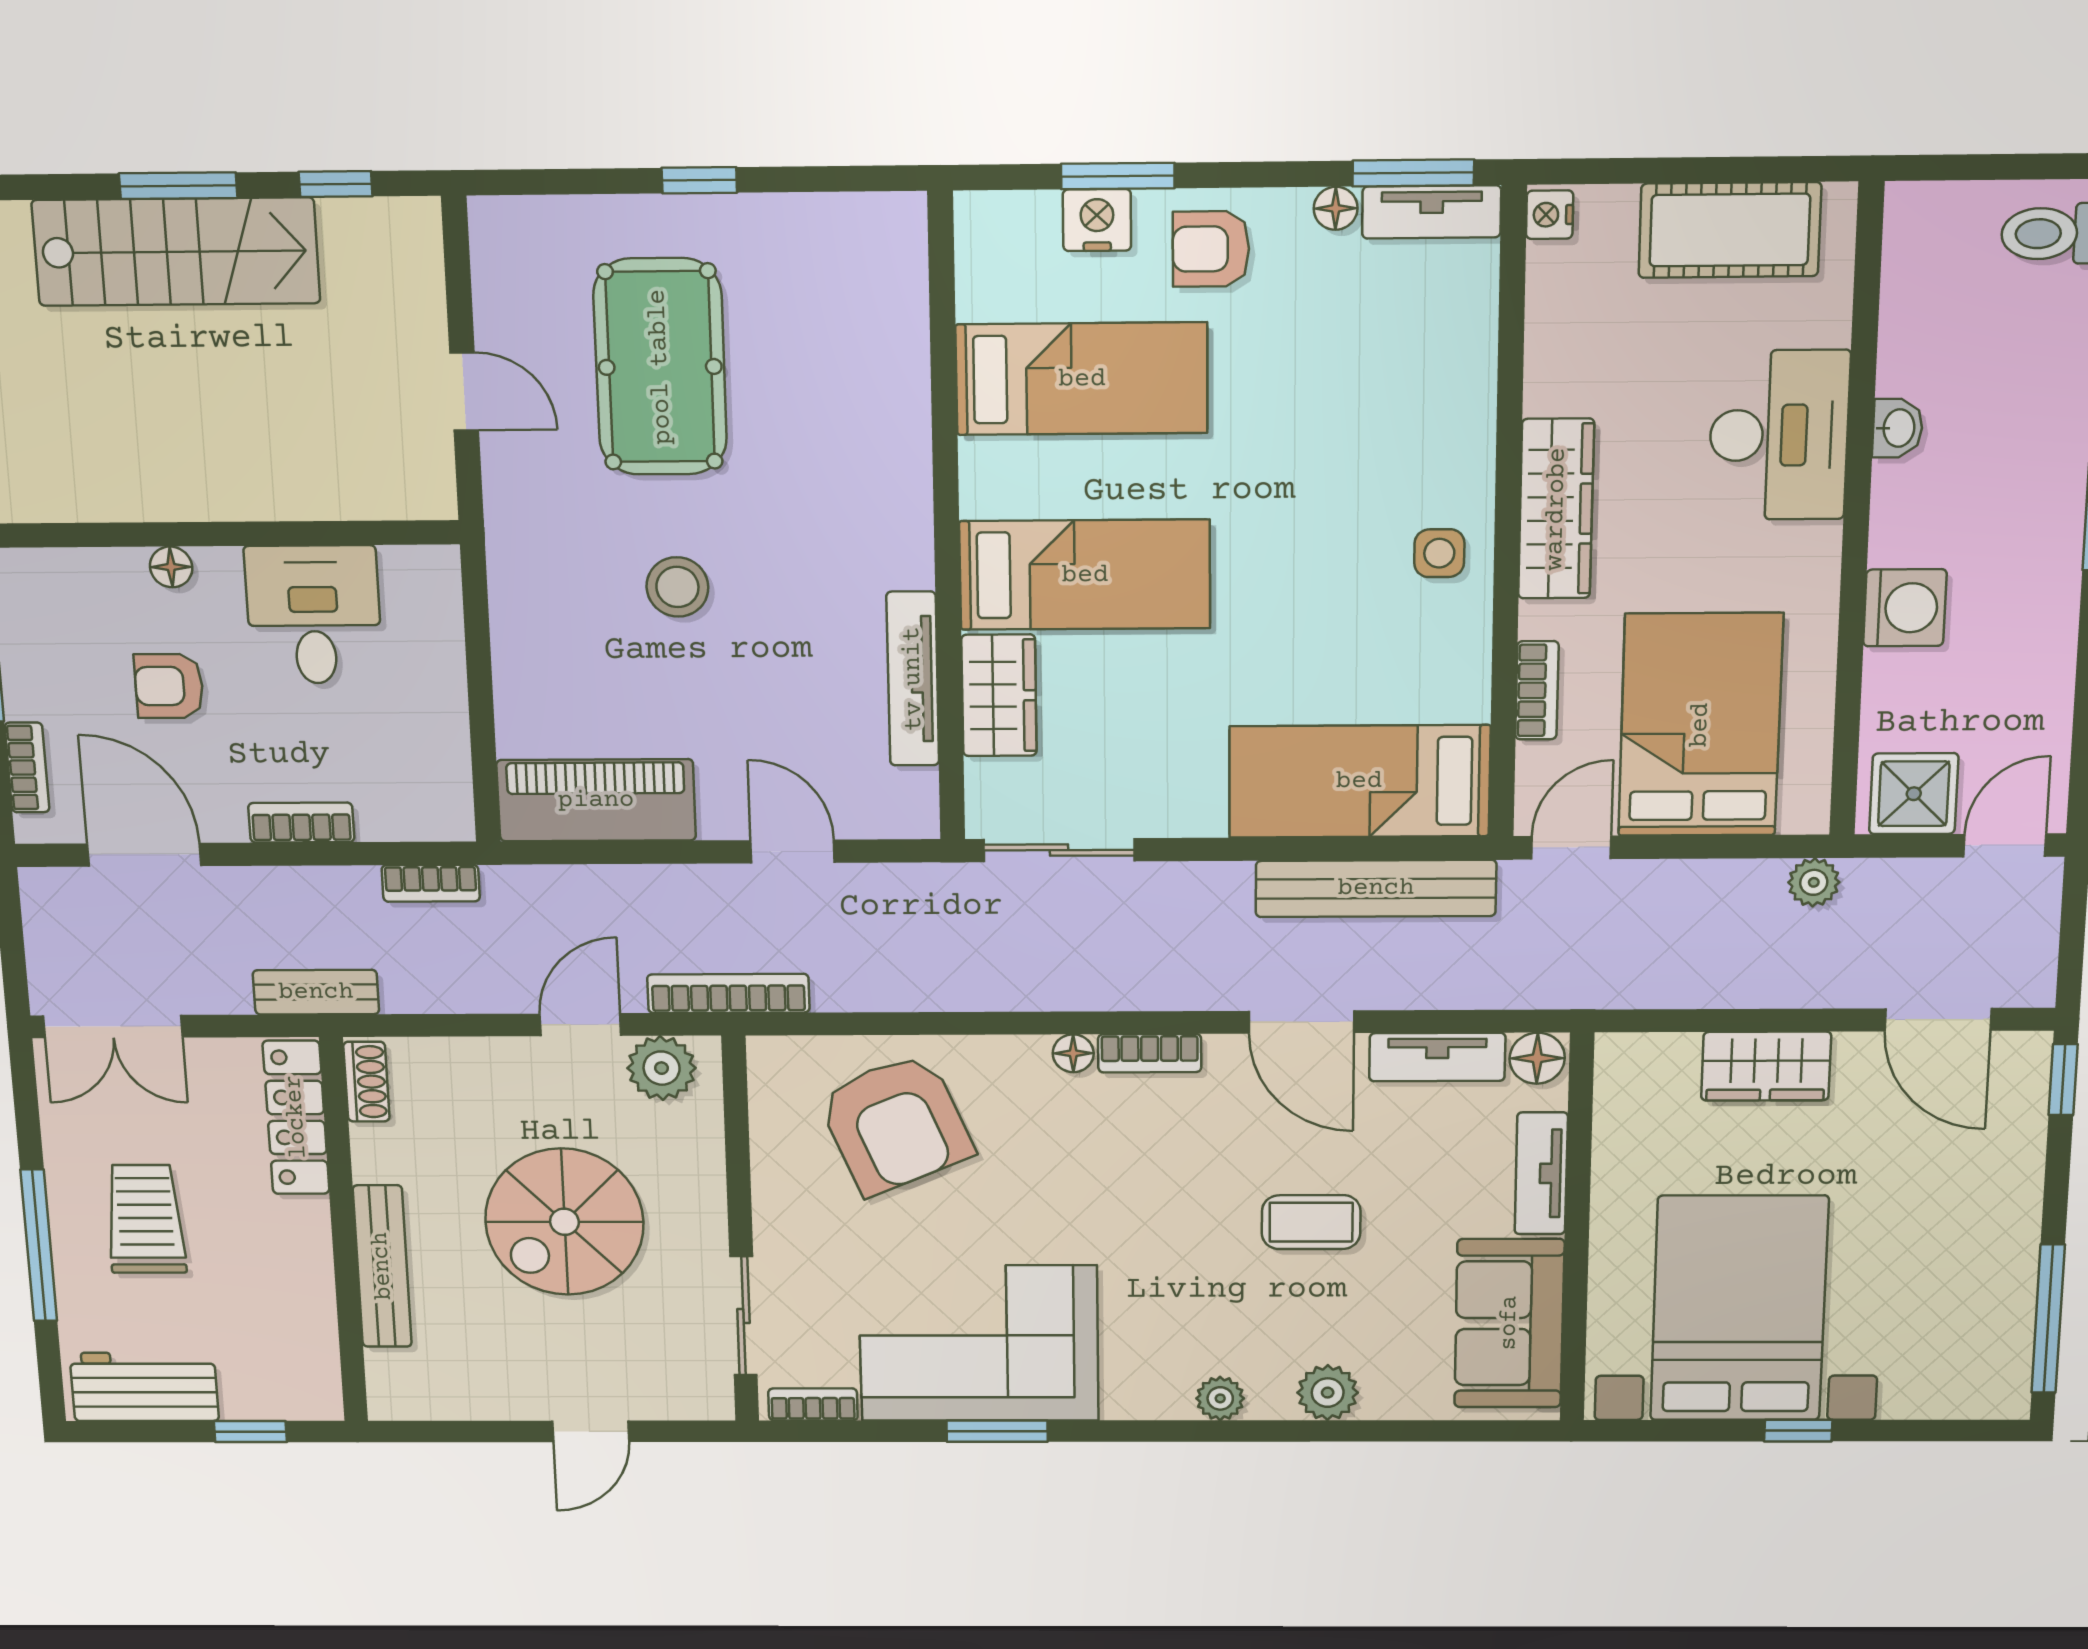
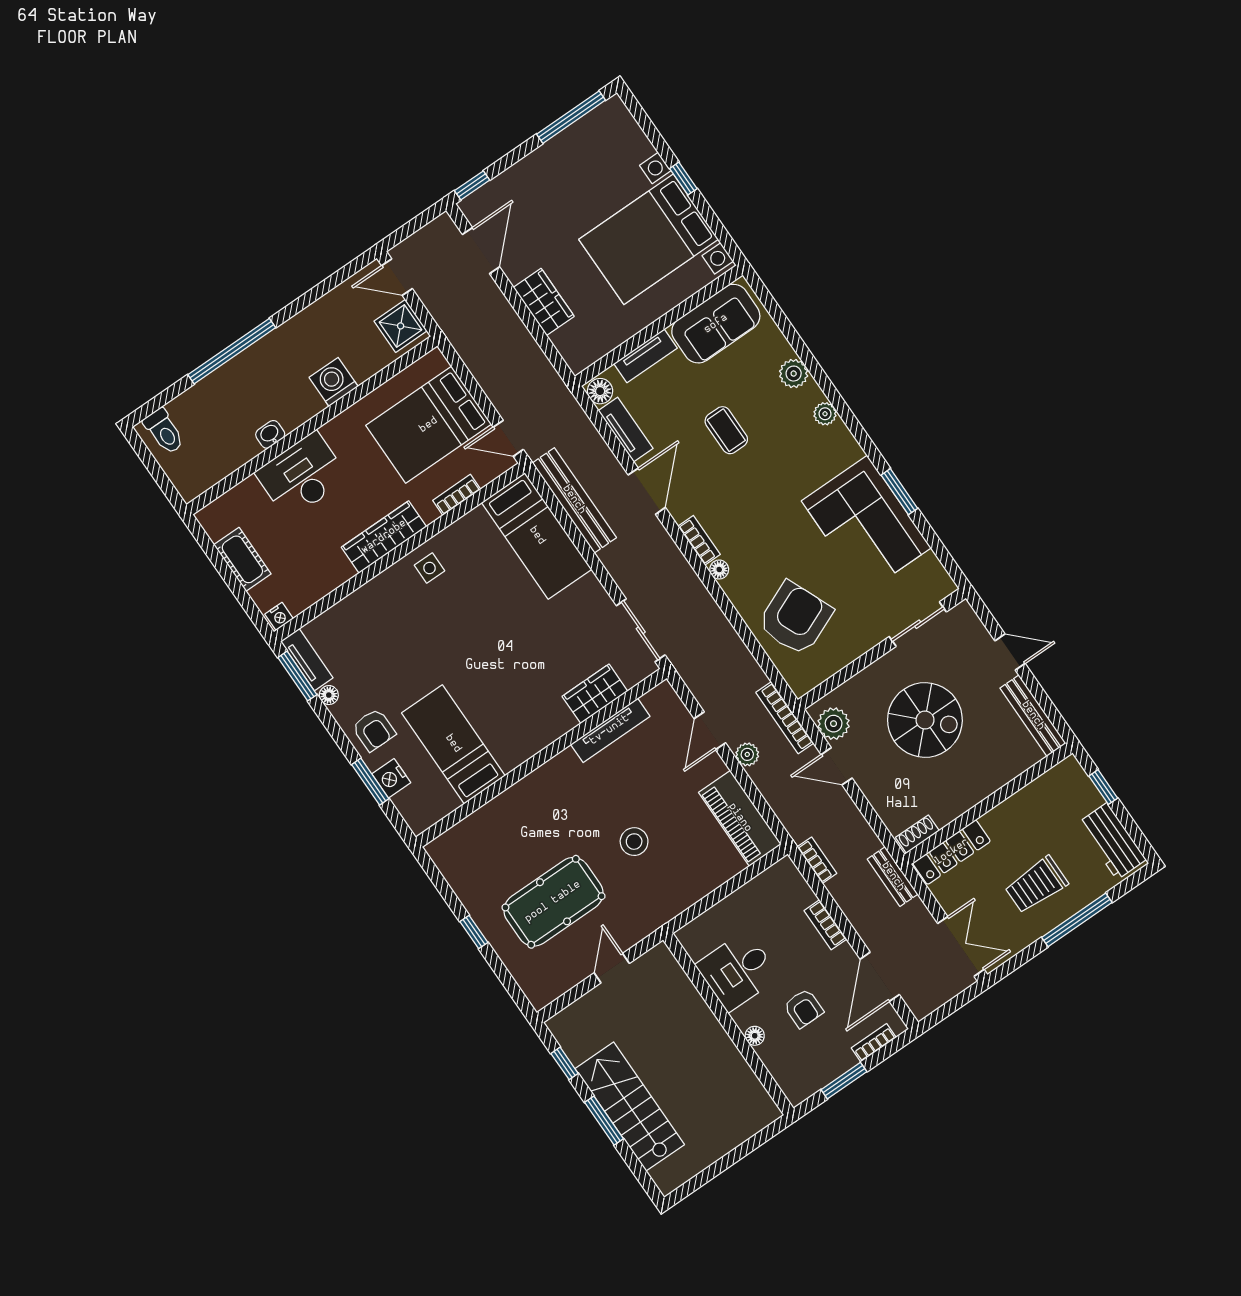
cot: (1730, 230) -> (242, 559), width x0.73, depth x0.75
bed: (1085, 575) -> (527, 693), removed
plant: (1814, 882) -> (747, 754), moved
bench: (382, 1266) -> (1033, 716), moved, turned 90
bookcase: (813, 1404) -> (938, 572), removed

